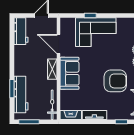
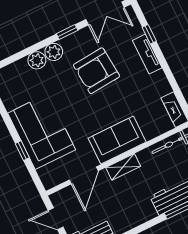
armchair: (115, 81) -> (96, 71), turned -95
tv unit: (94, 115) -> (147, 54), moved

